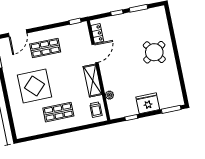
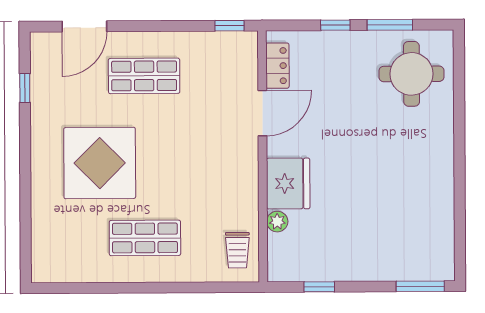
round table: (154, 52) -> (411, 74), moved, turned 35
shelving: (93, 81) -> (243, 178), removed
fridge: (148, 103) -> (288, 183), moved, turned 90

